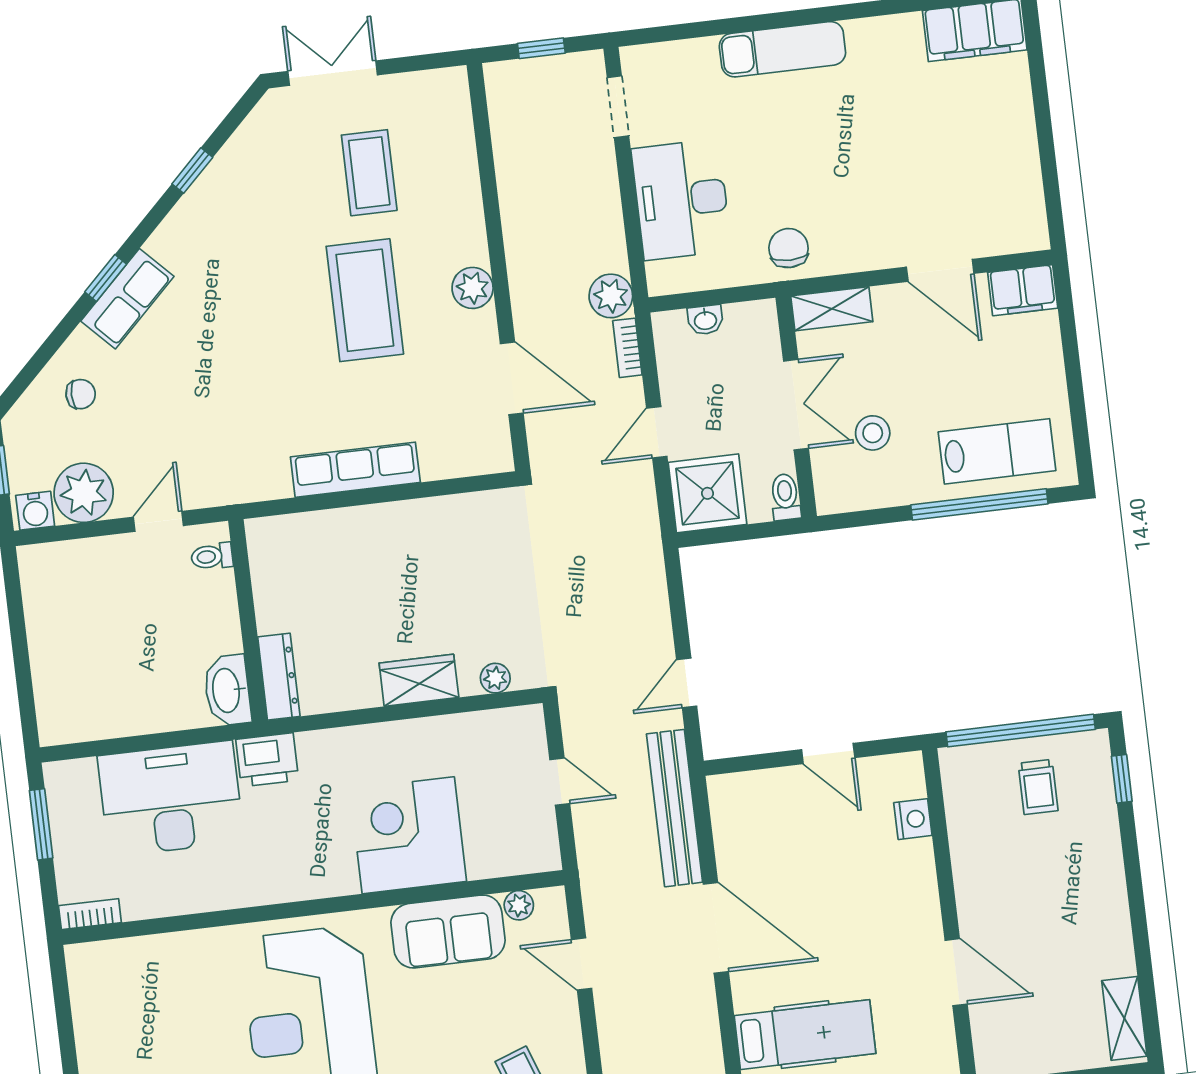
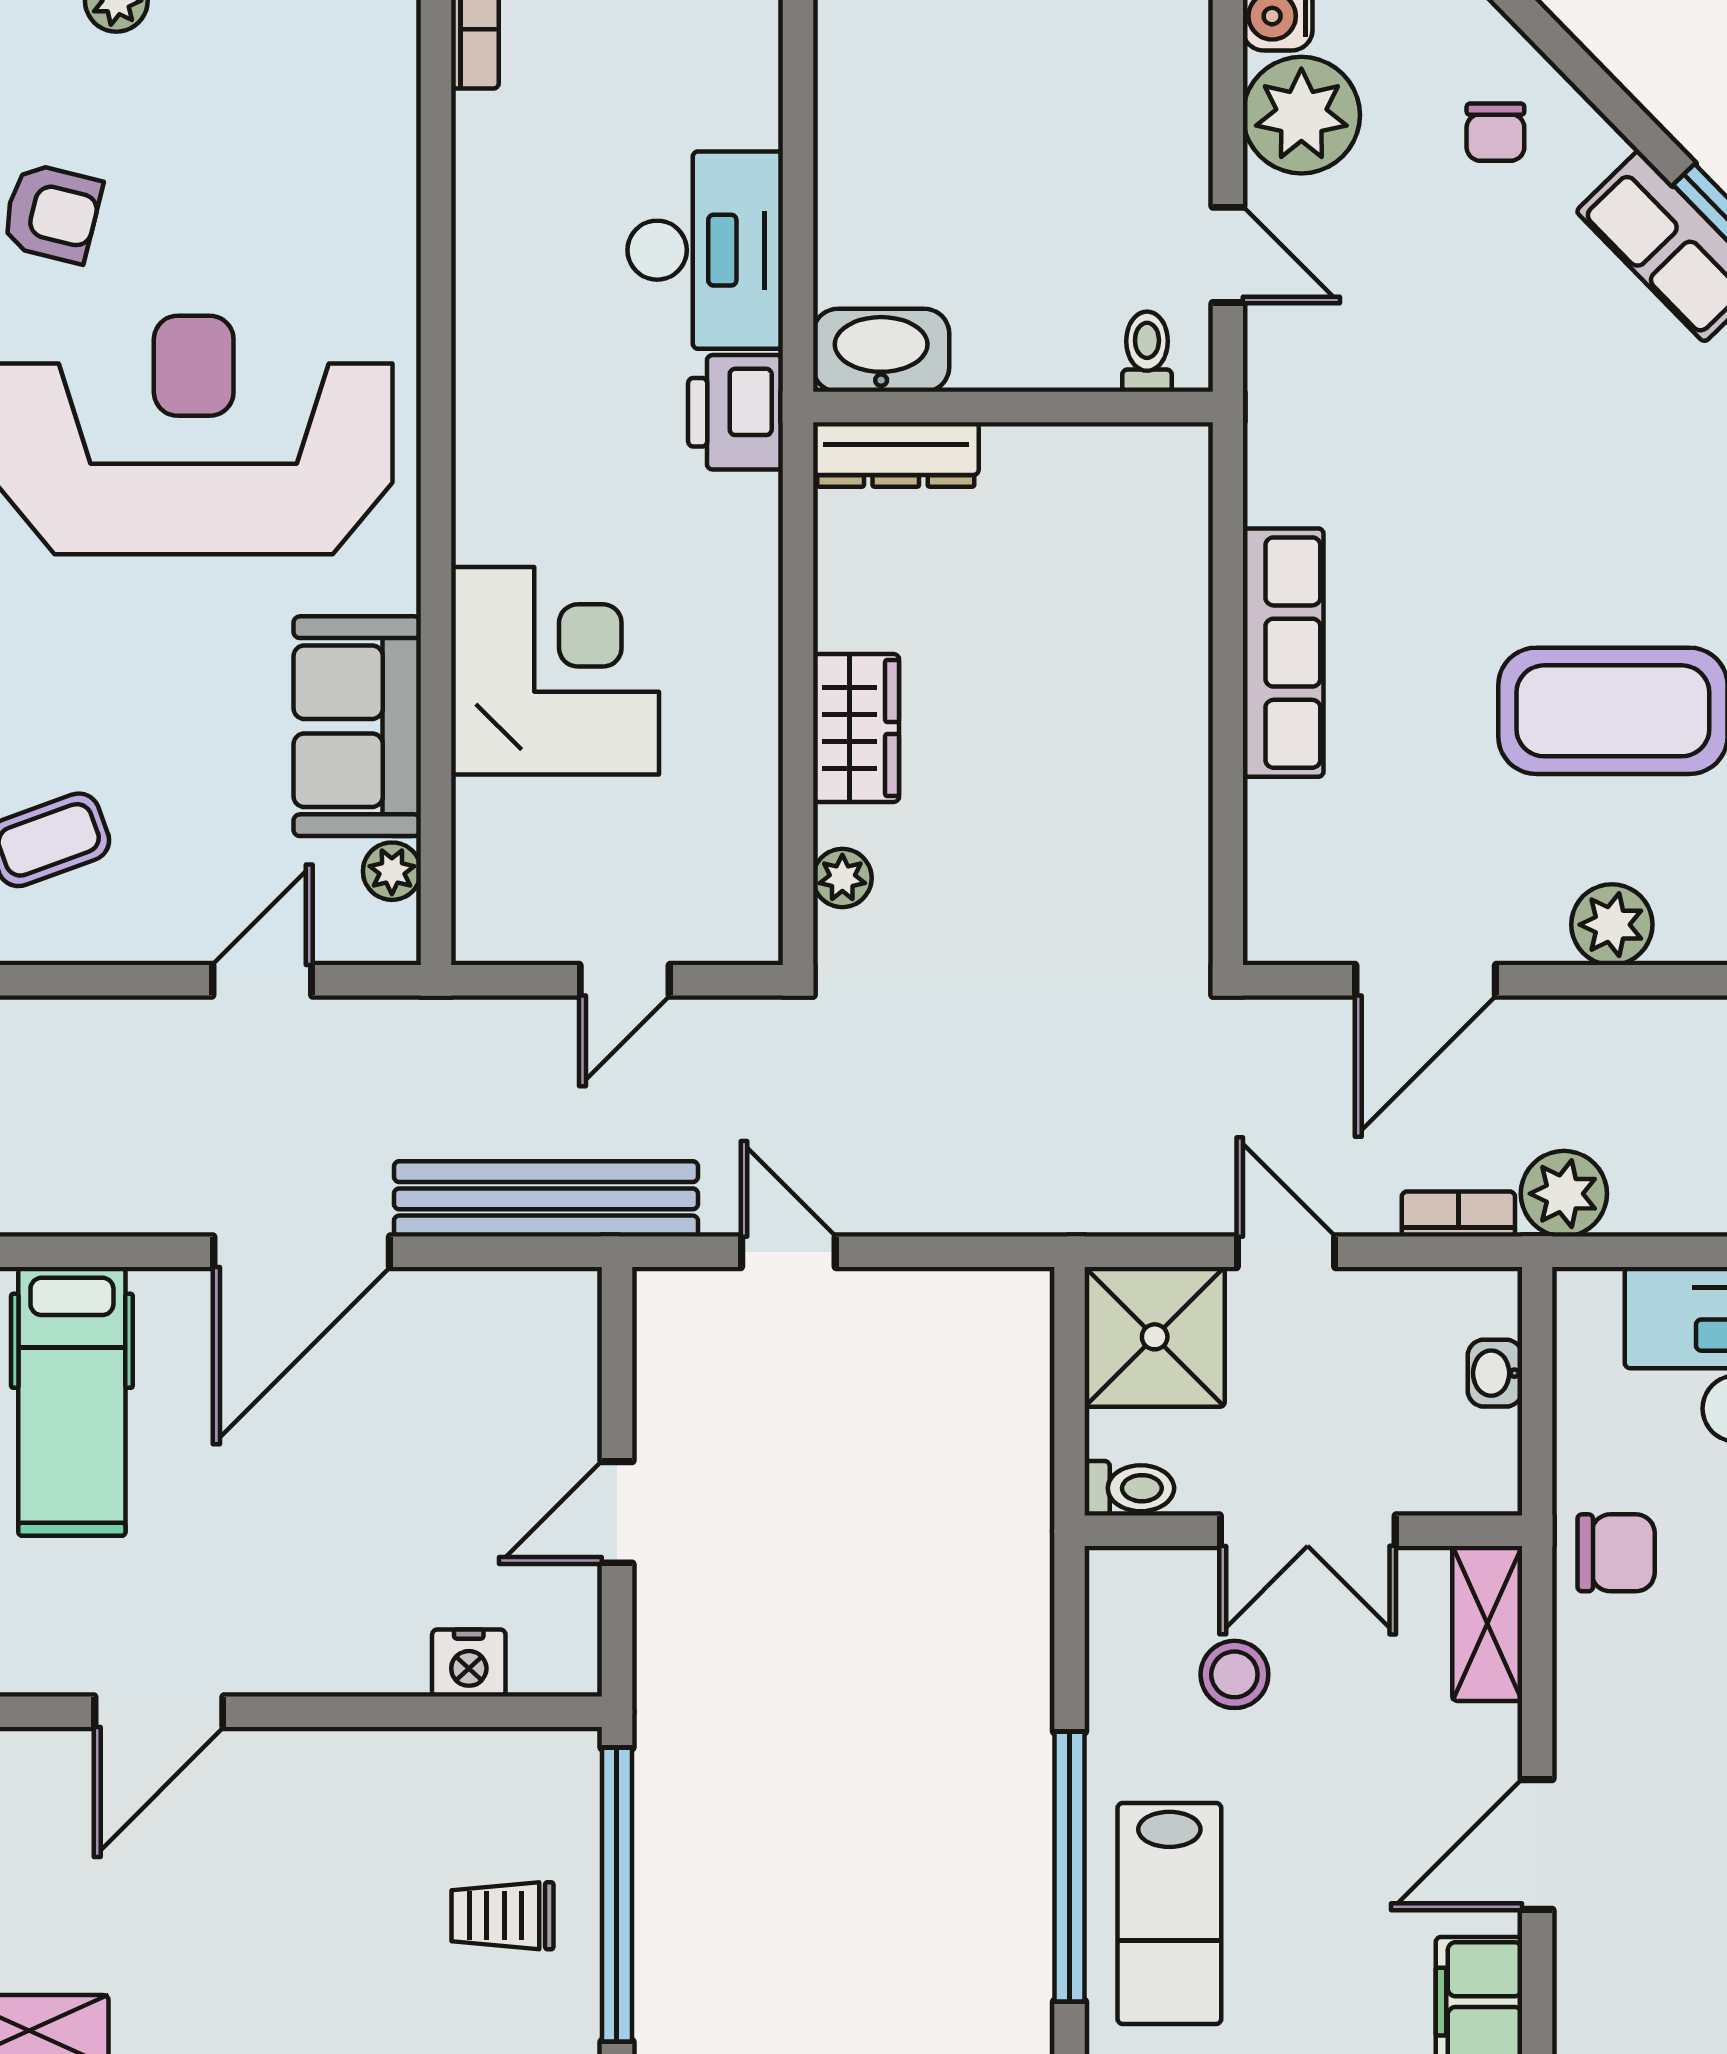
desk: (171, 799) -> (705, 250), width x0.73, depth x0.77

